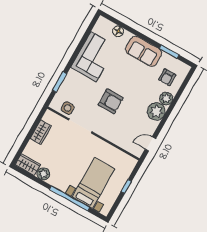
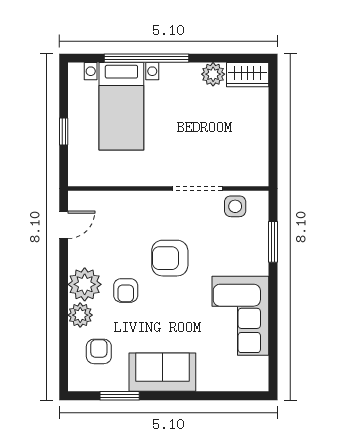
floor lamp: (118, 31) -> (223, 381), removed
armchair: (139, 98) -> (126, 290), added
wardrobe: (41, 132) -> (257, 141), removed

